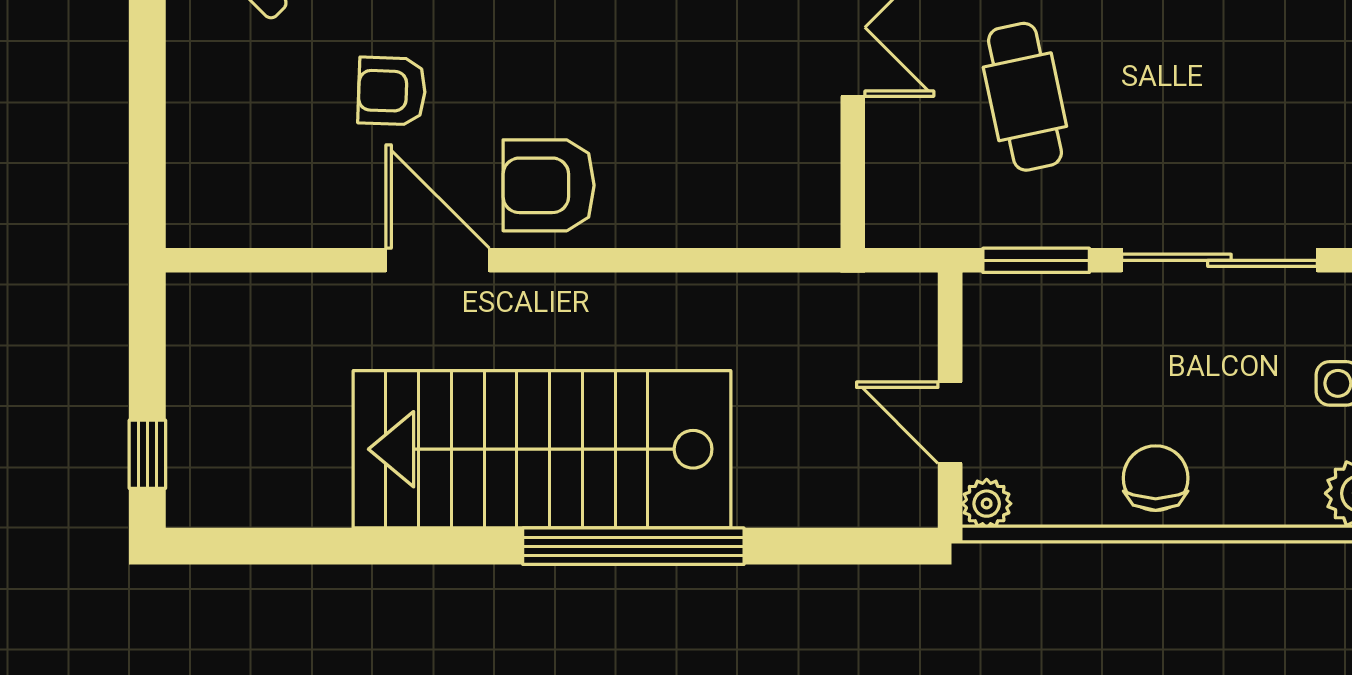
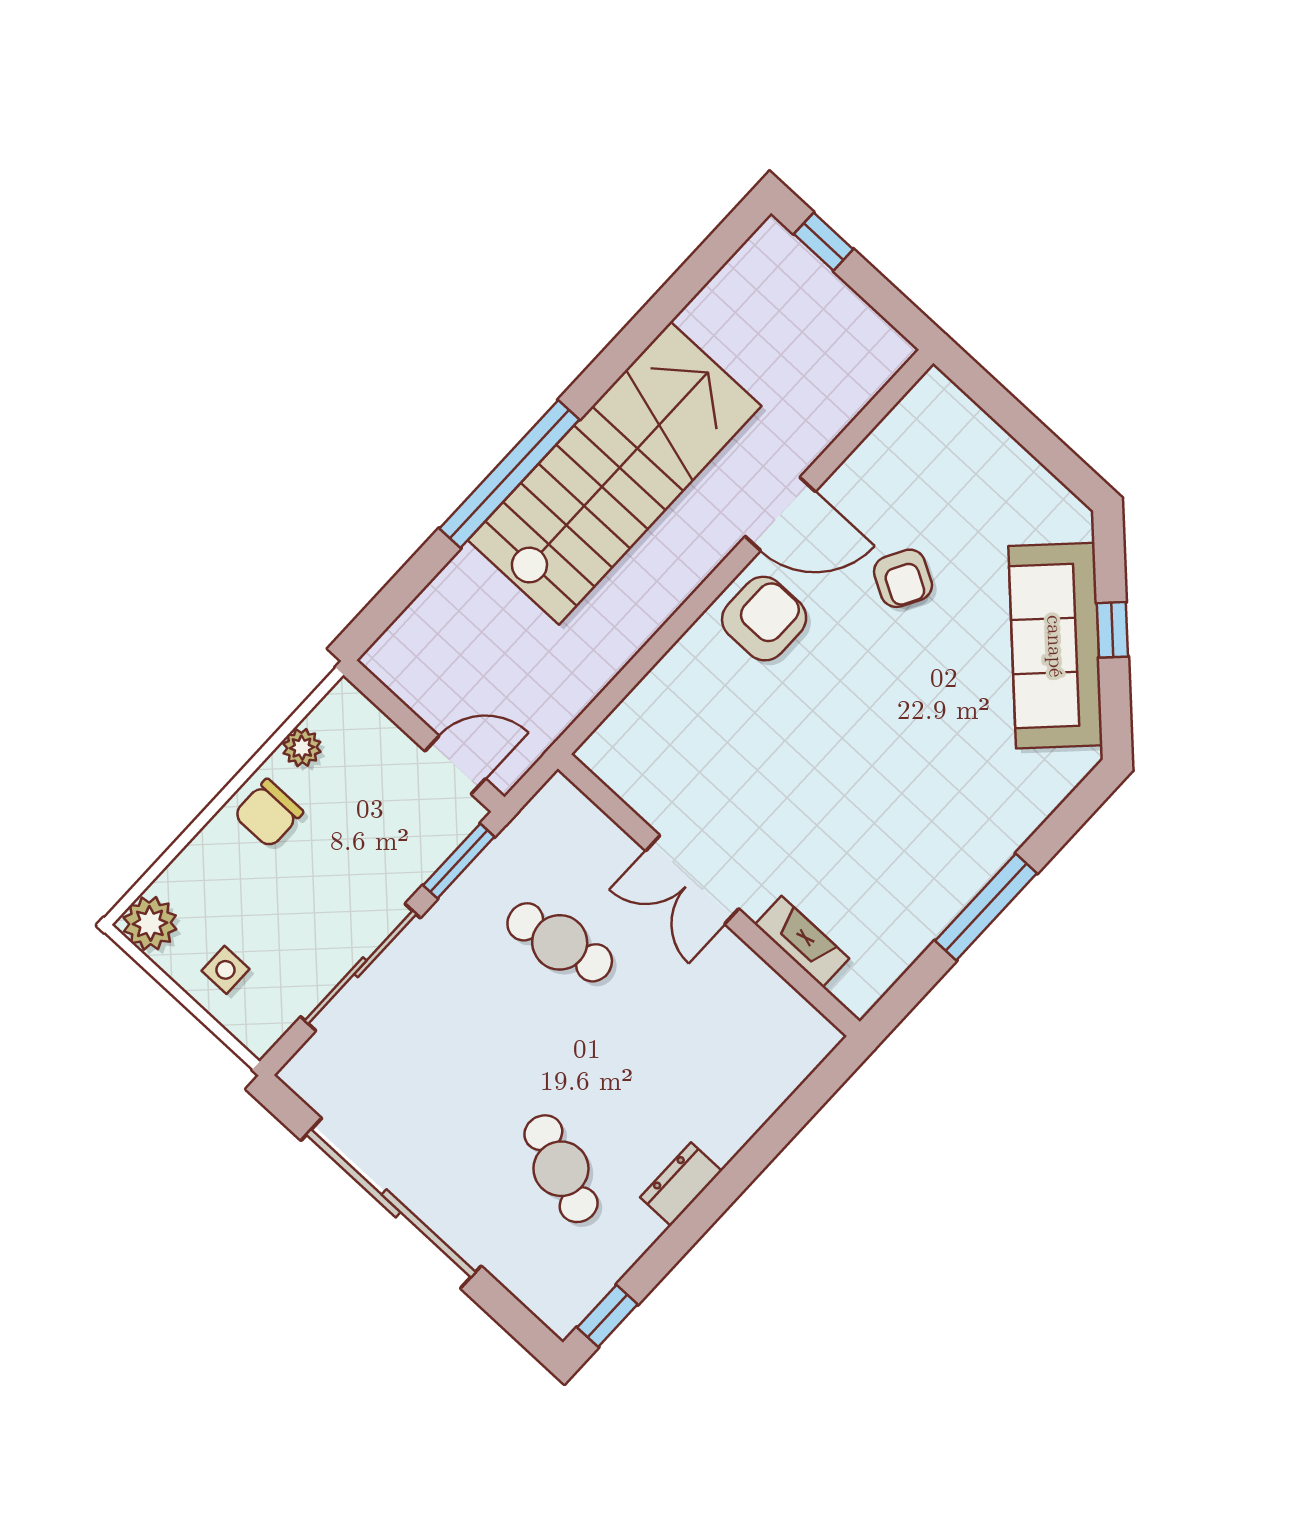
armchair: (392, 91) -> (903, 578), turned 117
door: (950, 423) -> (455, 765), moved
chair: (1156, 478) -> (268, 813), turned 90
plant: (987, 504) -> (302, 748), moved

